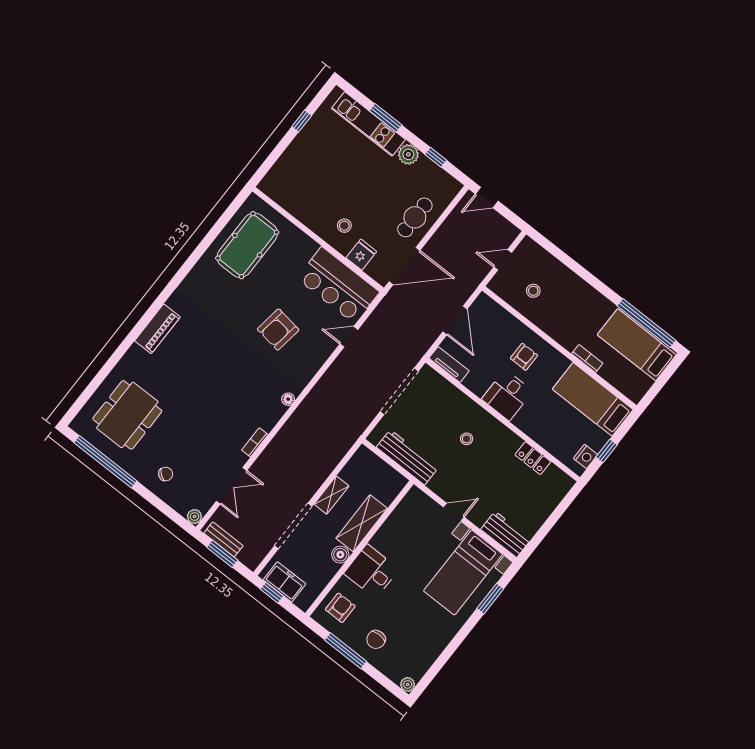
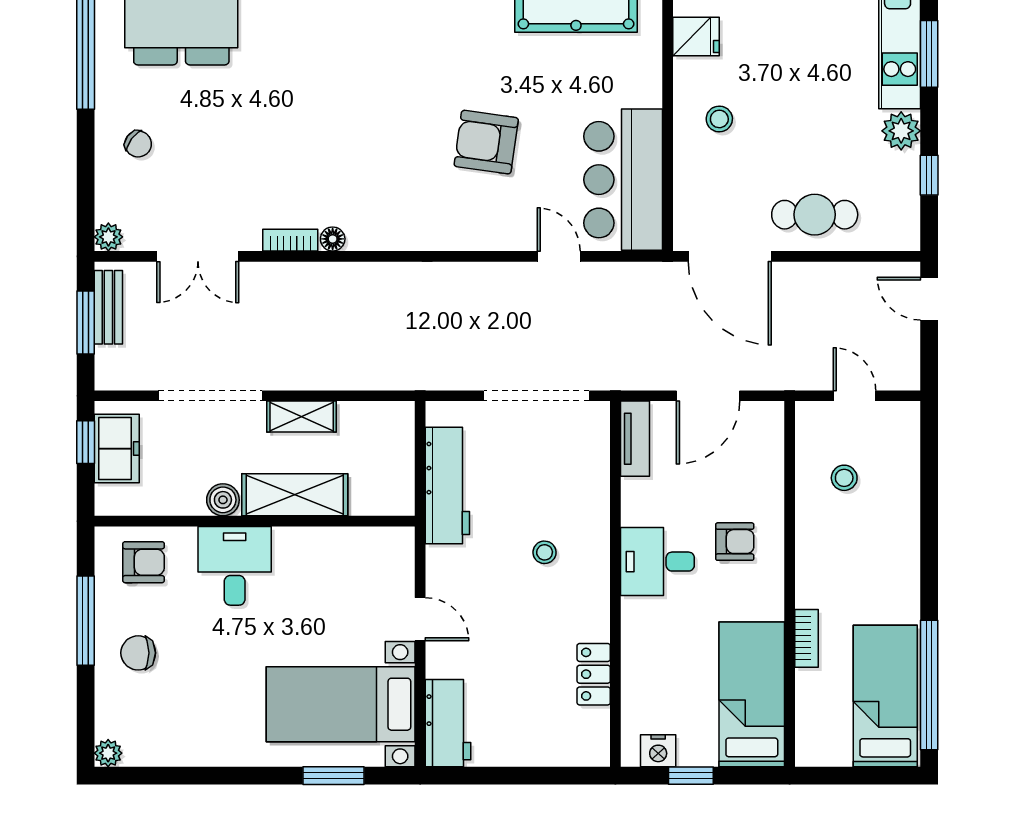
fridge: (361, 255) -> (696, 36), moved
floor lamp: (288, 399) -> (333, 239), moved

